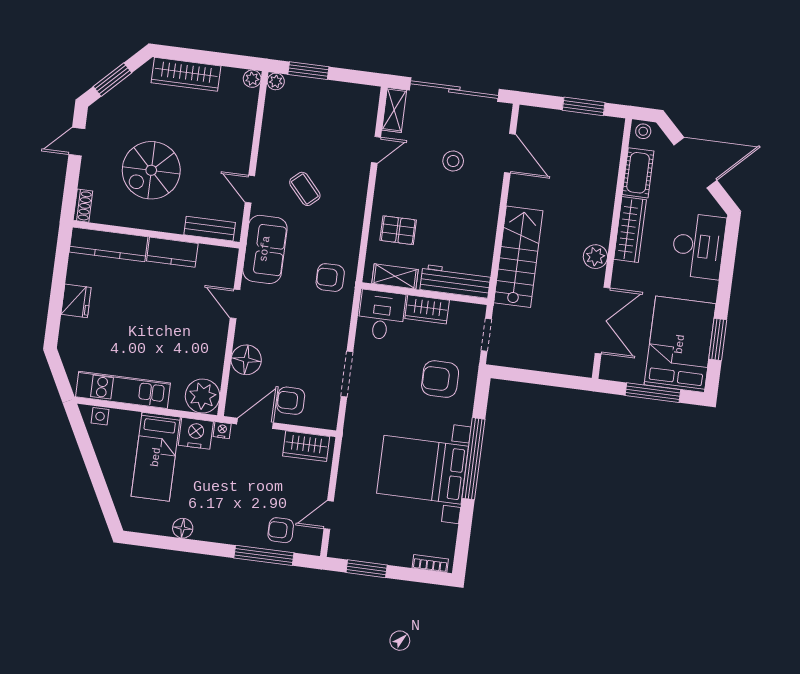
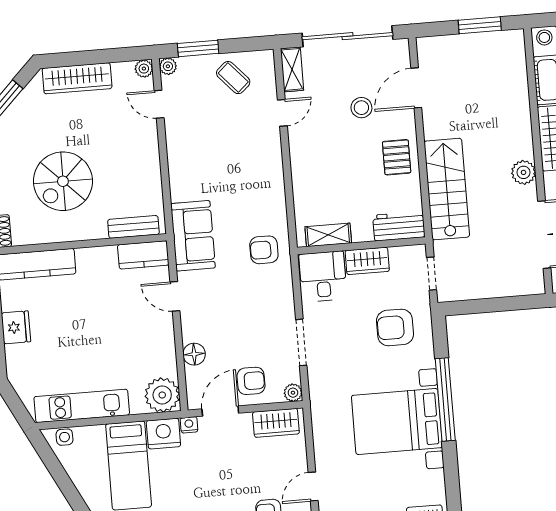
door: (510, 153) -> (416, 88), swing flipped
door: (250, 189) -> (159, 104), moved
coffee table: (305, 189) -> (233, 78), moved
pallet: (398, 230) -> (397, 157), moved, turned 90
kitchen counter: (172, 252) -> (143, 255), moved
workbench: (455, 281) -> (399, 226), width x0.73
floor lamp: (246, 360) -> (194, 354), width x0.73, depth x0.73
armchair: (291, 401) -> (251, 381), turned 180
plant: (329, 421) -> (293, 393), added

